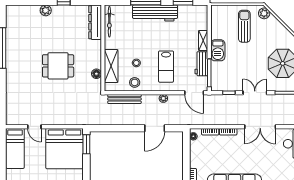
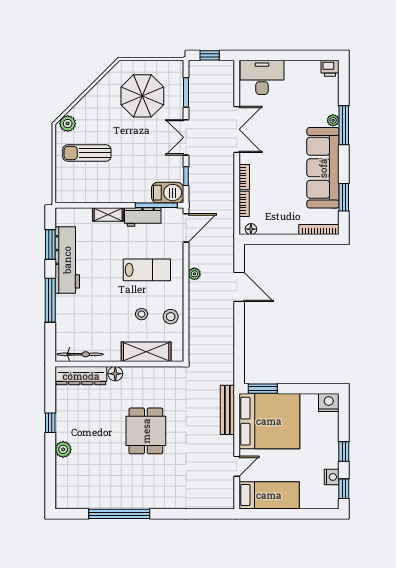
workbench: (155, 13) -> (67, 260), moved
barbecue: (218, 50) -> (168, 193), moved
floor lamp: (96, 74) -> (115, 374), moved
bench: (124, 99) -> (227, 410), moved

